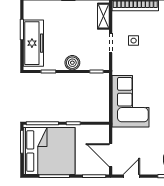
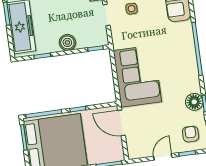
door: (111, 155) -> (122, 123), moved
door: (131, 176) -> (163, 157), moved

